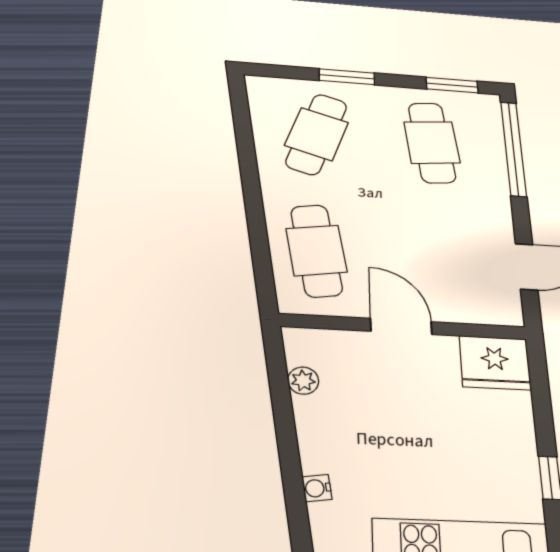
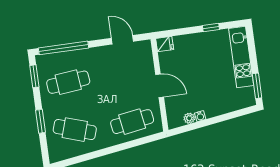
door: (401, 326) -> (160, 86), swing flipped
fridge: (495, 363) -> (165, 44), width x0.53, depth x0.75
water cooler: (317, 488) -> (200, 116), moved

